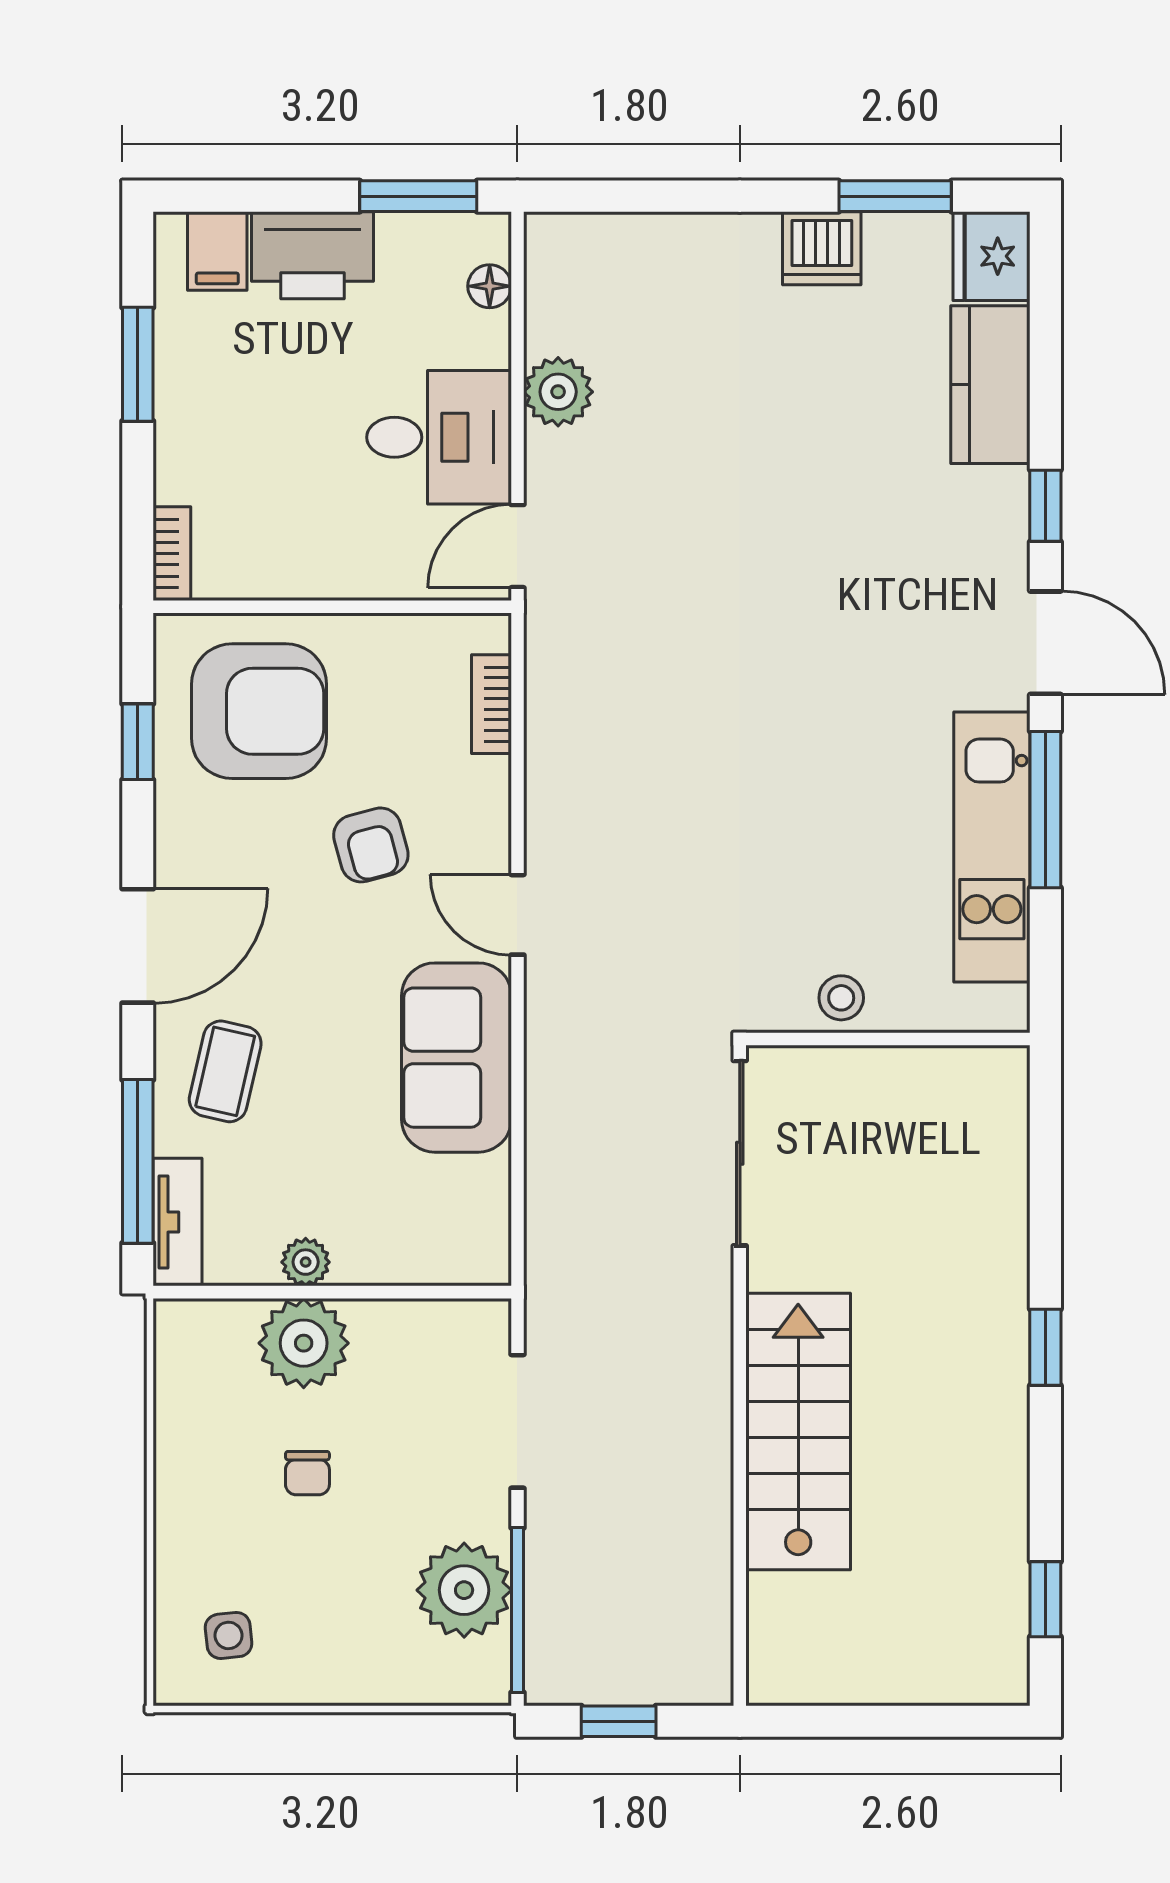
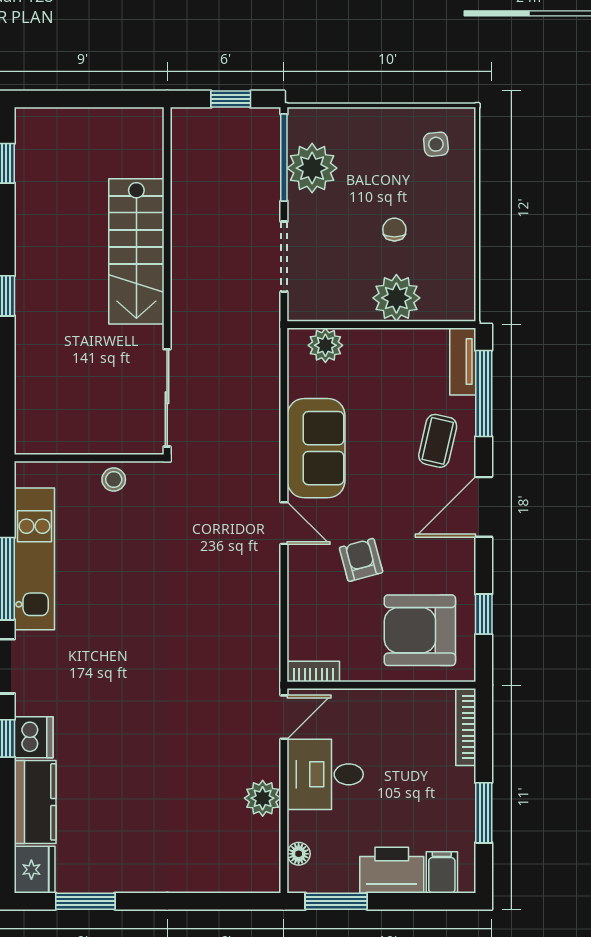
dishwasher: (822, 248) -> (34, 737), moved, turned 90
bookcase: (172, 554) -> (466, 727), width x1.56
bookcase: (491, 704) -> (313, 672), moved, turned -90
plant: (306, 1262) -> (325, 345), moved, width x1.38, depth x1.38

